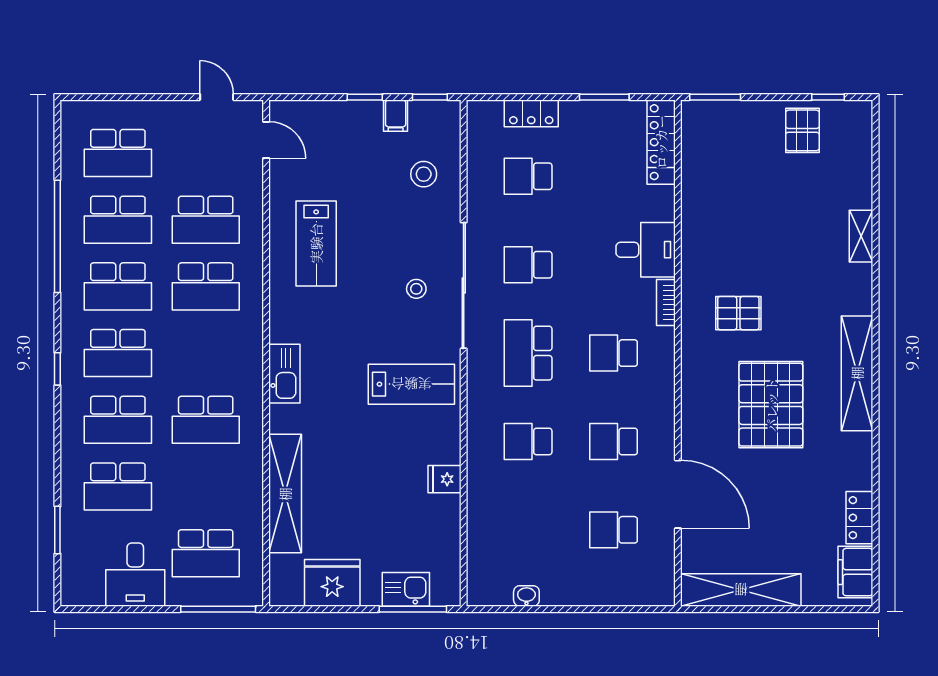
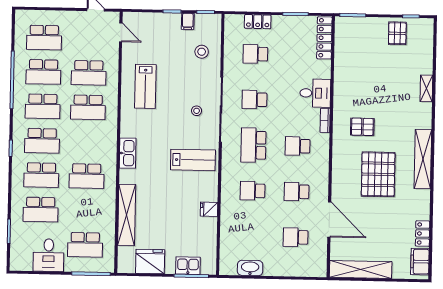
washbasin: (526, 596) -> (250, 268), width x1.91, depth x1.45

